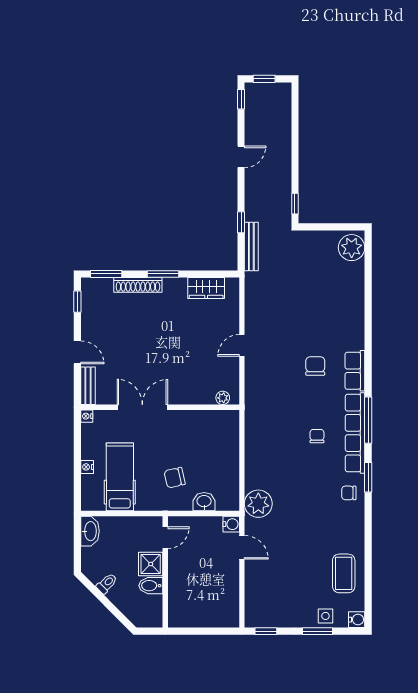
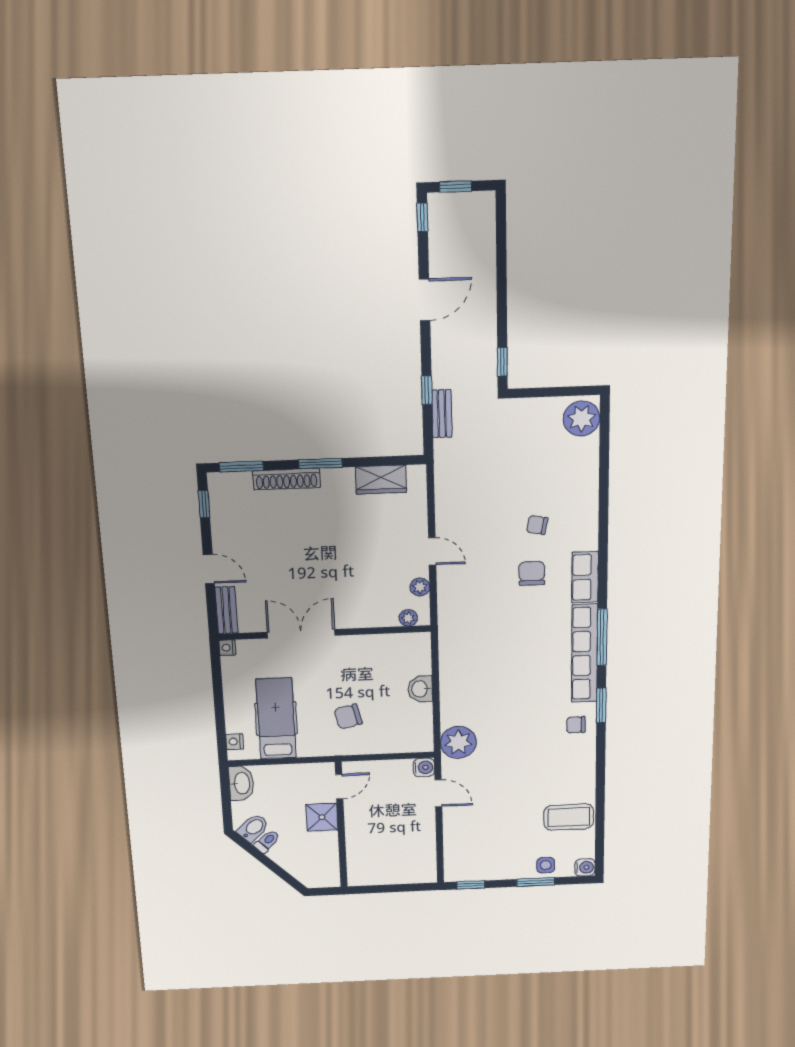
door: (241, 157) -> (425, 300), width x1.38
bench: (251, 246) -> (442, 414), width x0.73
door: (242, 345) -> (432, 551), swing flipped
plant: (232, 373) -> (420, 587), added
chair: (317, 436) -> (537, 525), moved, turned -79
nightstand: (87, 467) -> (235, 742), moved
washbasin: (204, 502) -> (420, 689), moved, turned -90
coffee table: (344, 573) -> (569, 817), turned 90
bidet: (151, 586) -> (253, 828), moved, turned 135

